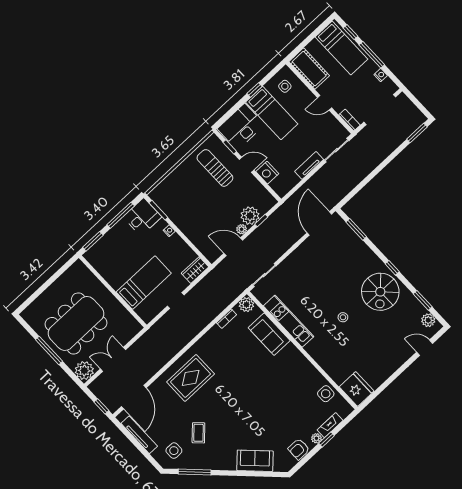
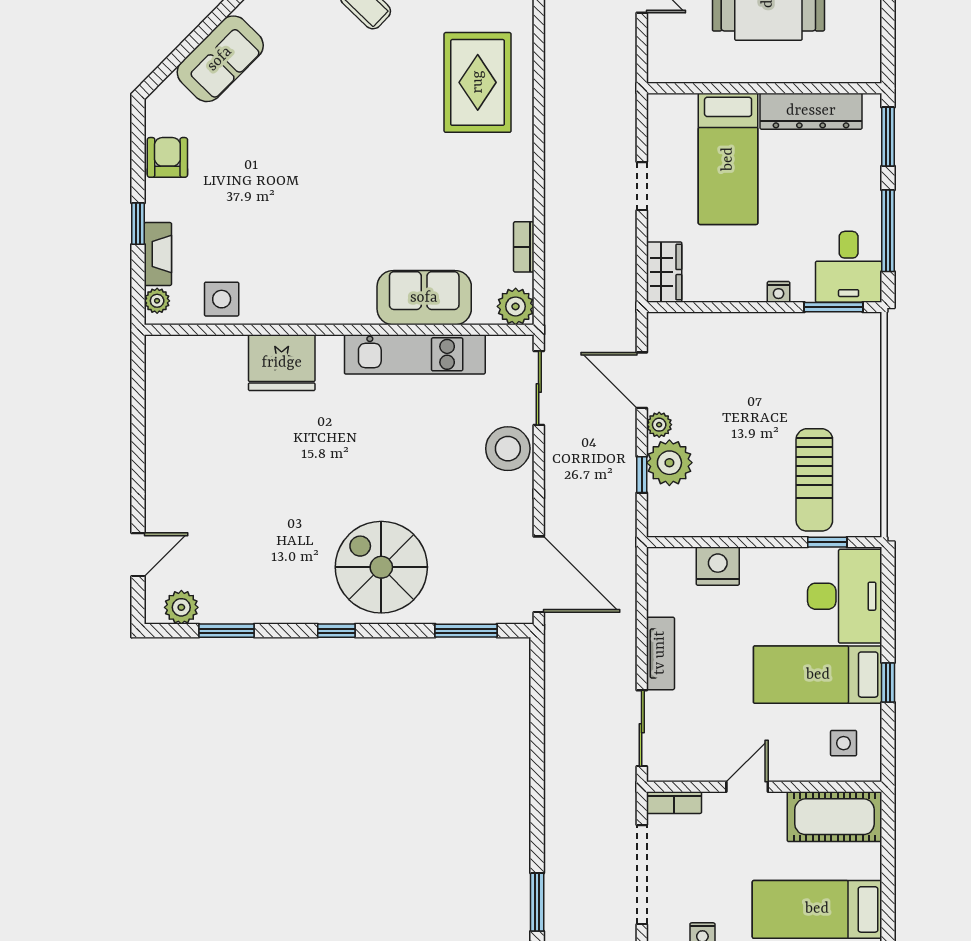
door: (247, 165) -> (767, 542), removed
sun lounger: (215, 168) -> (814, 480), turned 90
door: (233, 247) -> (642, 380), swing flipped
dresser: (107, 271) -> (811, 111), added
spiral stairs: (380, 292) -> (381, 567), moved
stool: (343, 317) -> (508, 449), moved, width x1.89, depth x1.89
fridge: (357, 389) -> (282, 363), moved
plant: (316, 438) -> (157, 301), moved

